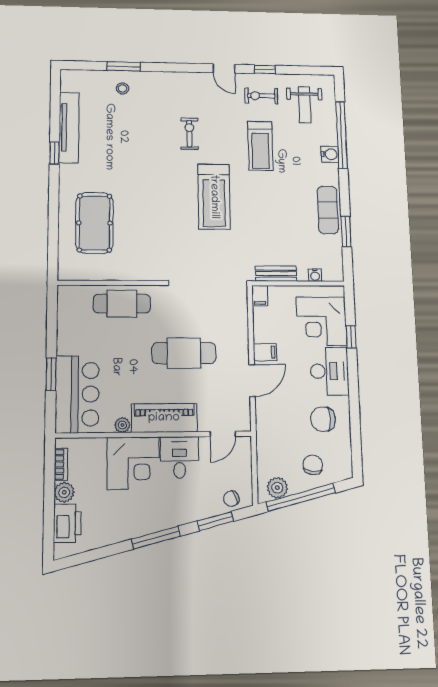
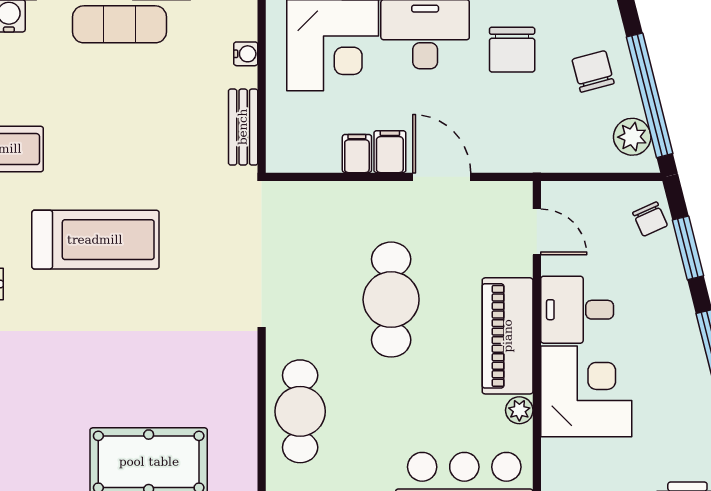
filing cabinet: (260, 296) -> (357, 154), moved, turned -90
chair: (313, 465) -> (593, 71), turned 68

